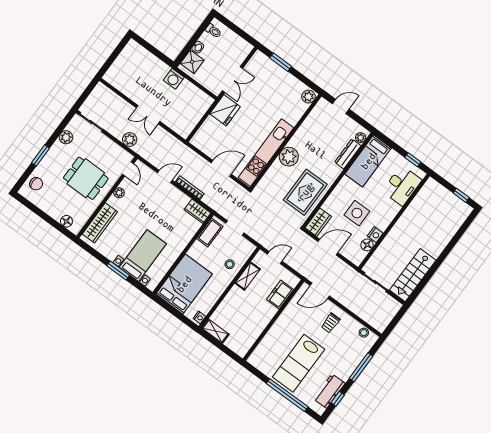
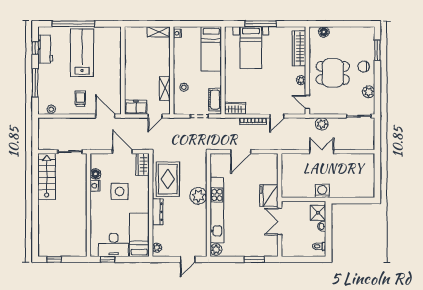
kitchen unit: (266, 153) -> (217, 210), moved
dresser: (348, 154) -> (158, 212), moved
window: (40, 155) -> (377, 50), moved
chair: (36, 184) -> (364, 67), moved
desk: (402, 186) -> (114, 245), moved, turned -90
door: (328, 247) -> (122, 152), swing flipped
window: (118, 270) -> (261, 24), width x1.44
bed: (184, 284) -> (211, 49), width x0.67
door: (320, 291) -> (105, 116), hinge flipped
freezer: (280, 295) -> (136, 107), moved, turned -90

